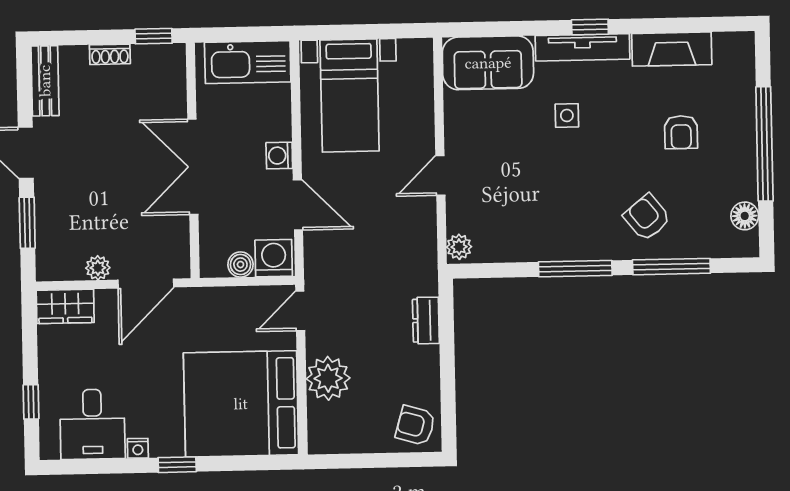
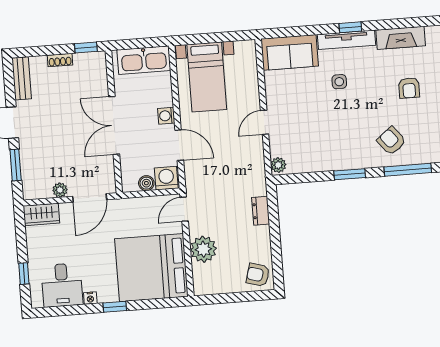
window: (575, 269) -> (350, 174), width x0.69

